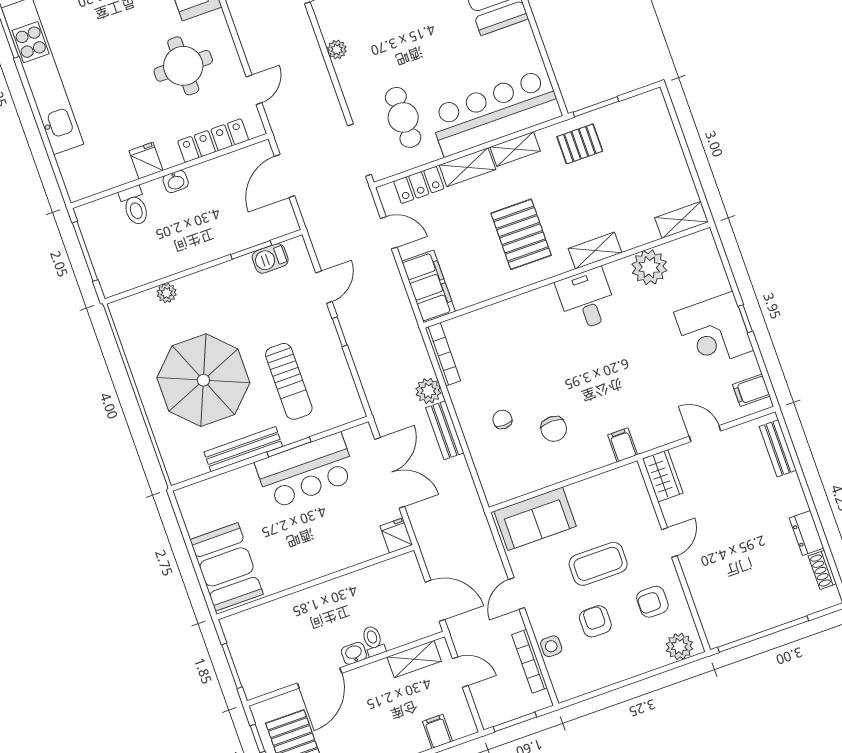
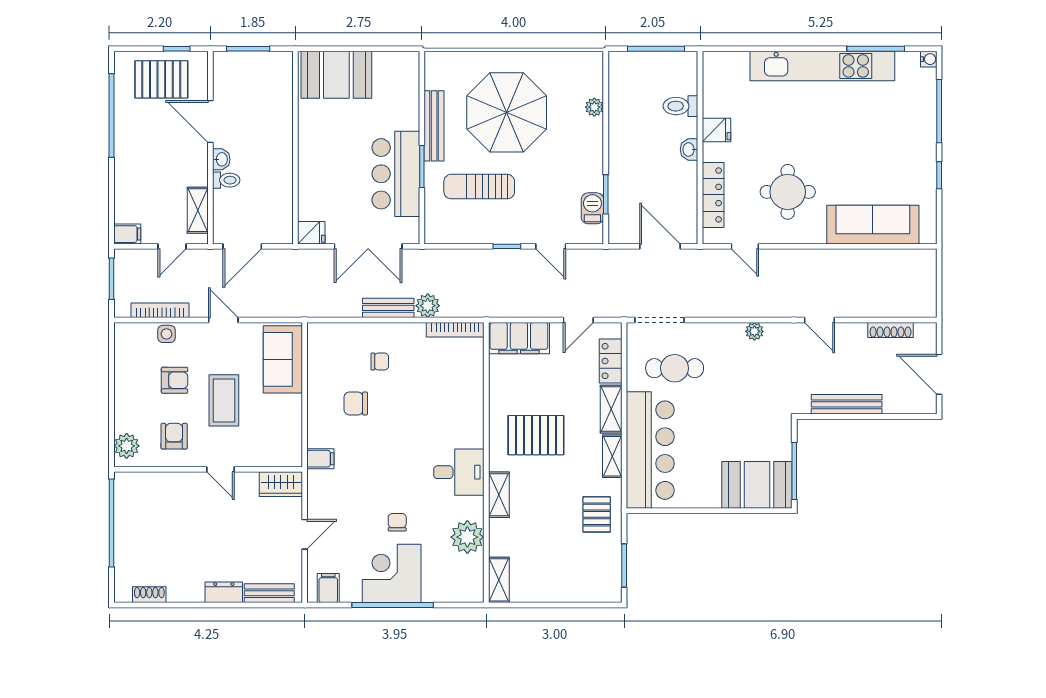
window: (596, 107) -> (624, 566), moved
window: (745, 319) -> (393, 605), width x3.17
chair: (659, 344) -> (397, 522), added
dresser: (807, 533) -> (224, 592), moved
filing cabinet: (437, 731) -> (127, 234), moved

